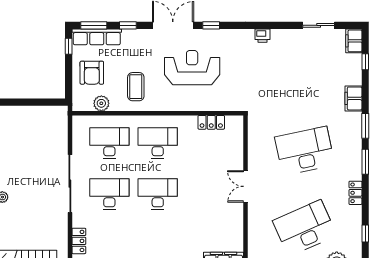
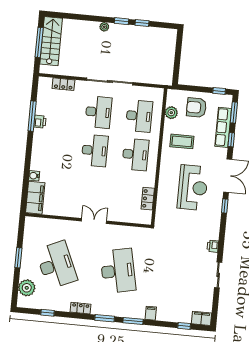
sliding door: (319, 25) -> (218, 275), moved
row of seats: (97, 37) -> (223, 127), moved
filing cabinet: (353, 98) -> (151, 313), width x0.50

